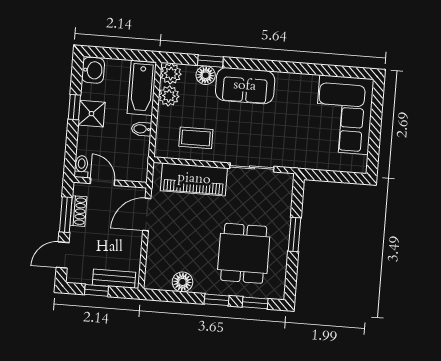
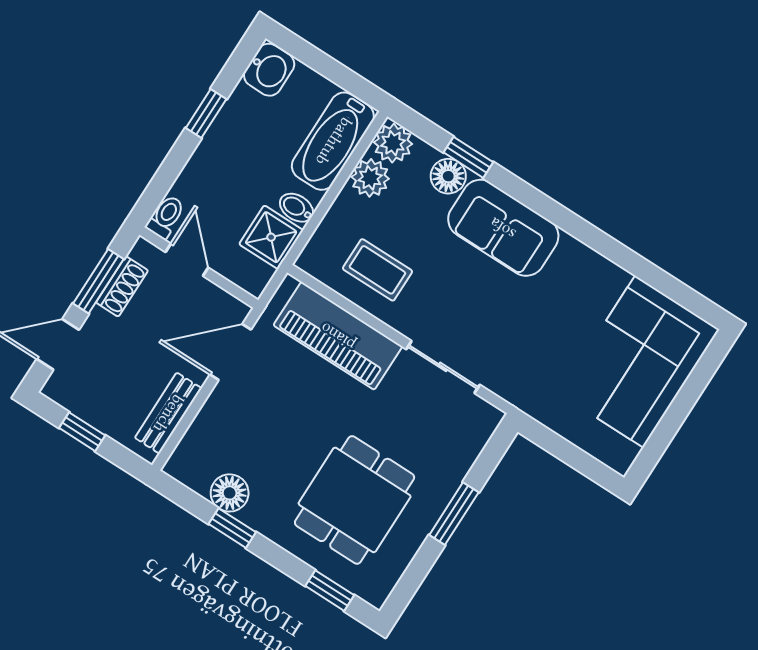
shower: (91, 114) -> (271, 237), moved
bench: (114, 279) -> (168, 413), moved, turned 90
window: (217, 300) -> (232, 528), moved

